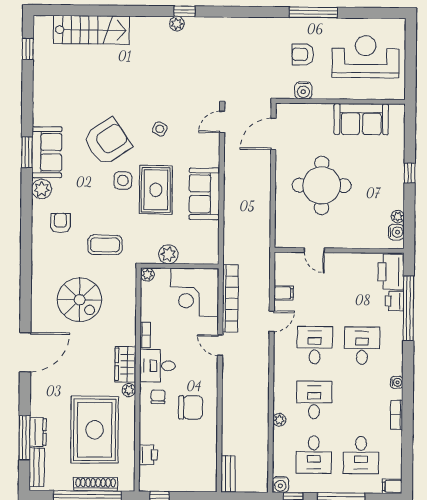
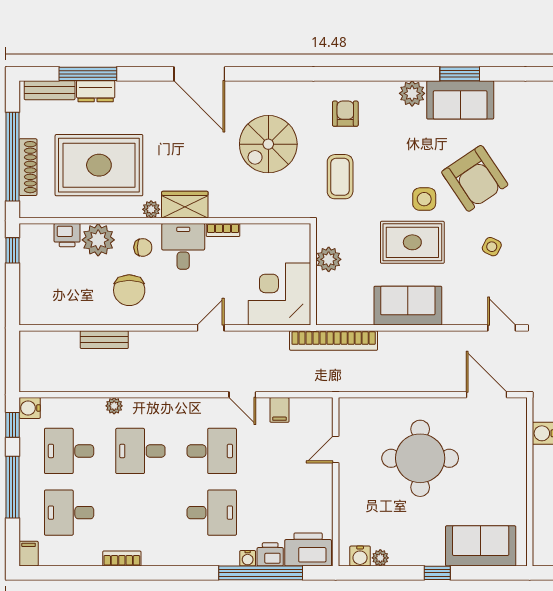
sofa: (361, 119) -> (481, 546), moved, turned 90
armchair: (60, 223) -> (345, 114), moved, turned -90
plant: (147, 275) -> (98, 240), moved, width x1.88, depth x1.88
bookcase: (230, 298) -> (334, 340), moved
water cooler: (397, 382) -> (248, 558), moved
desk: (314, 400) -> (140, 451), turned 180
bench: (228, 474) -> (104, 340), moved

